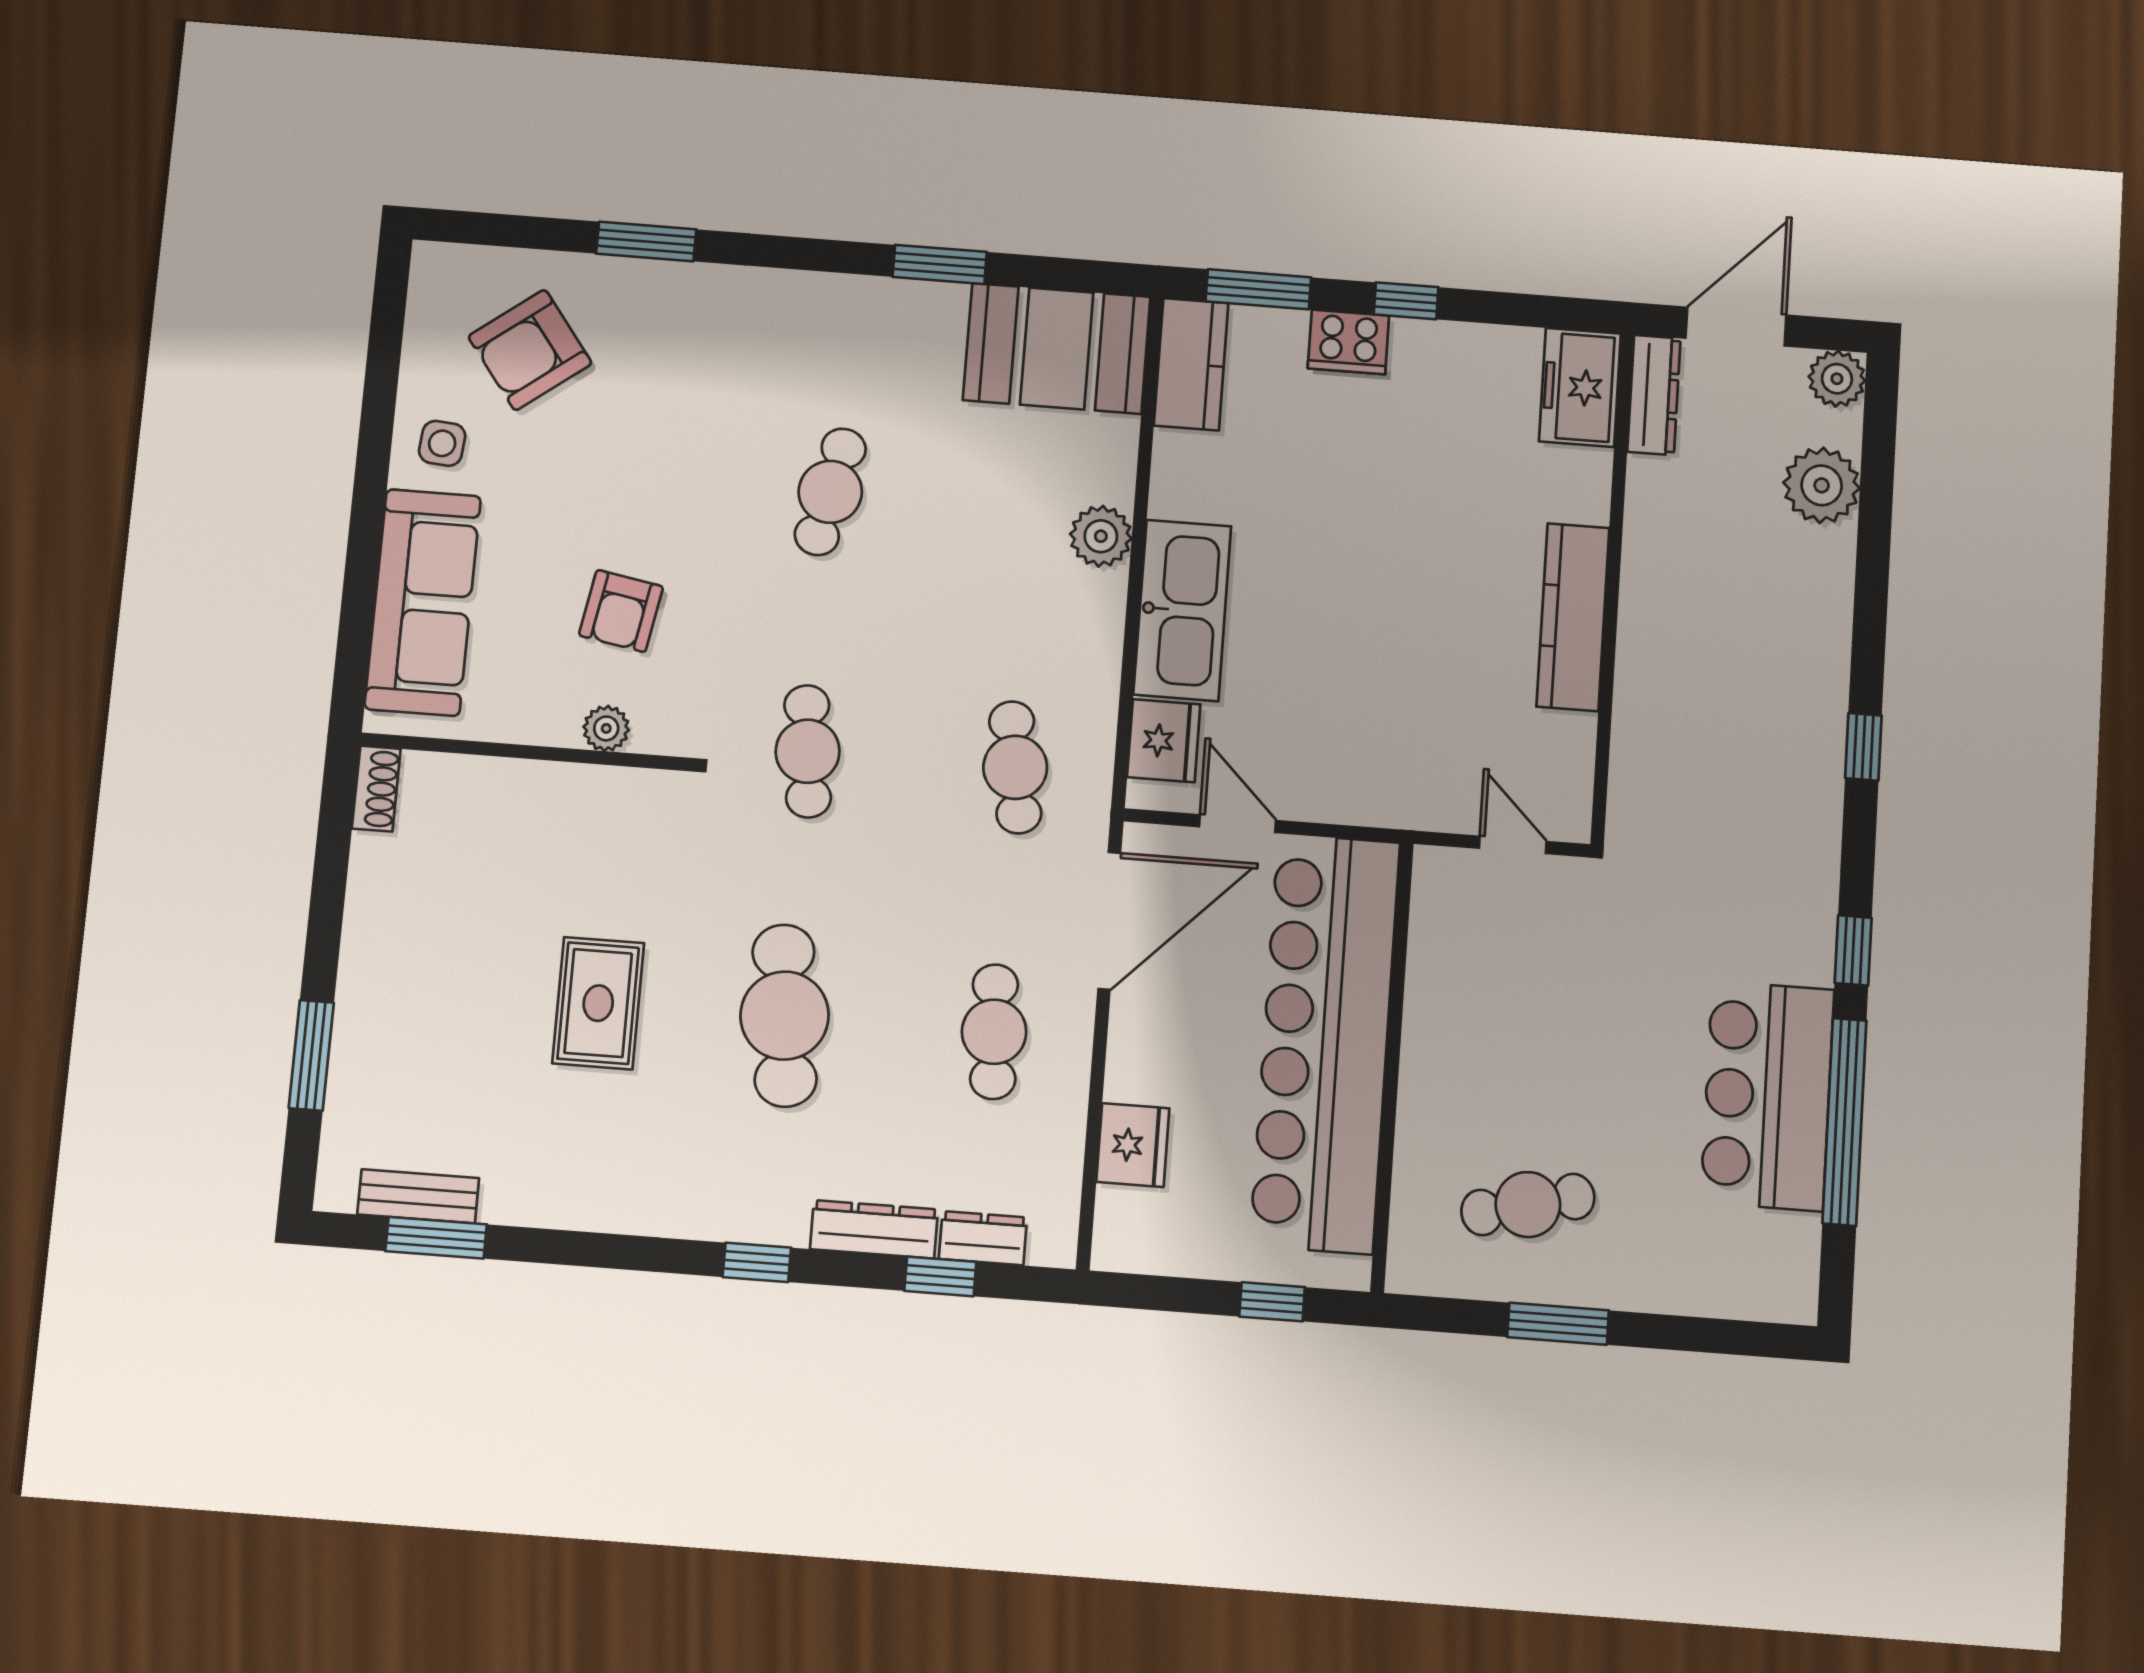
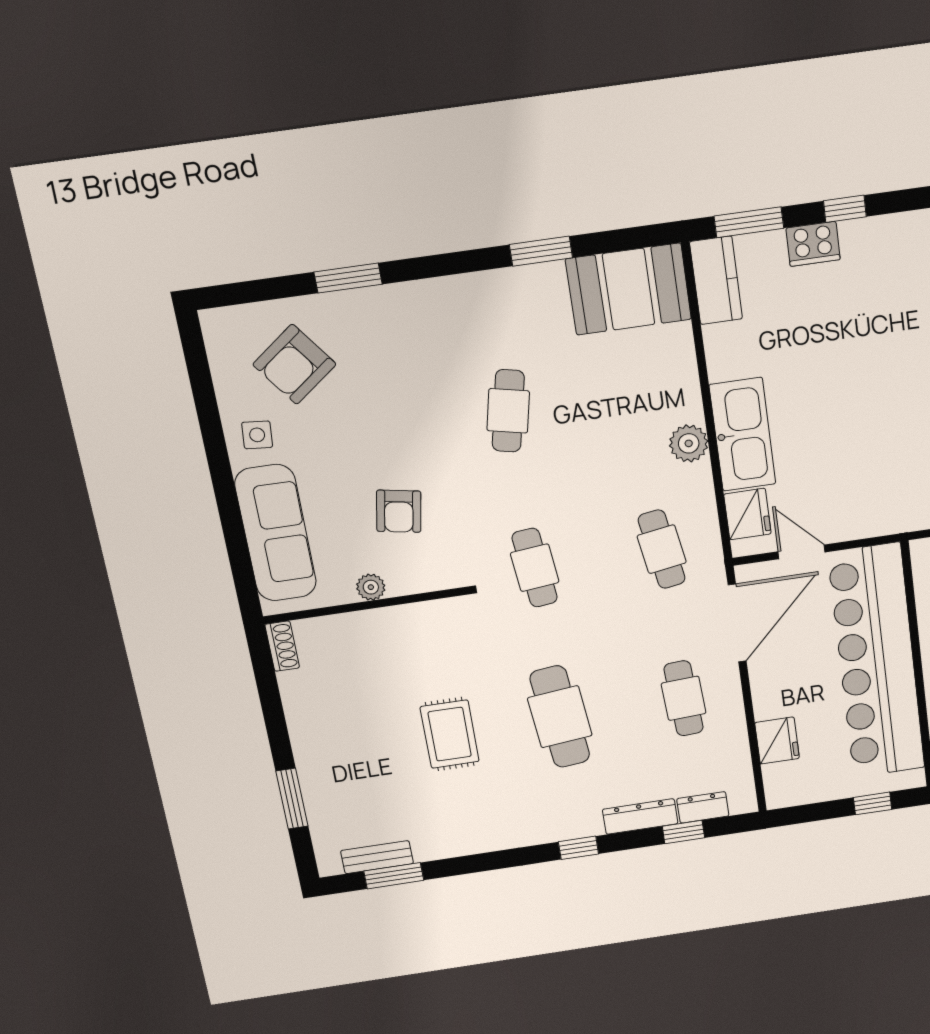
plant: (1101, 536) -> (689, 443), moved
plant: (606, 728) -> (371, 587), moved

